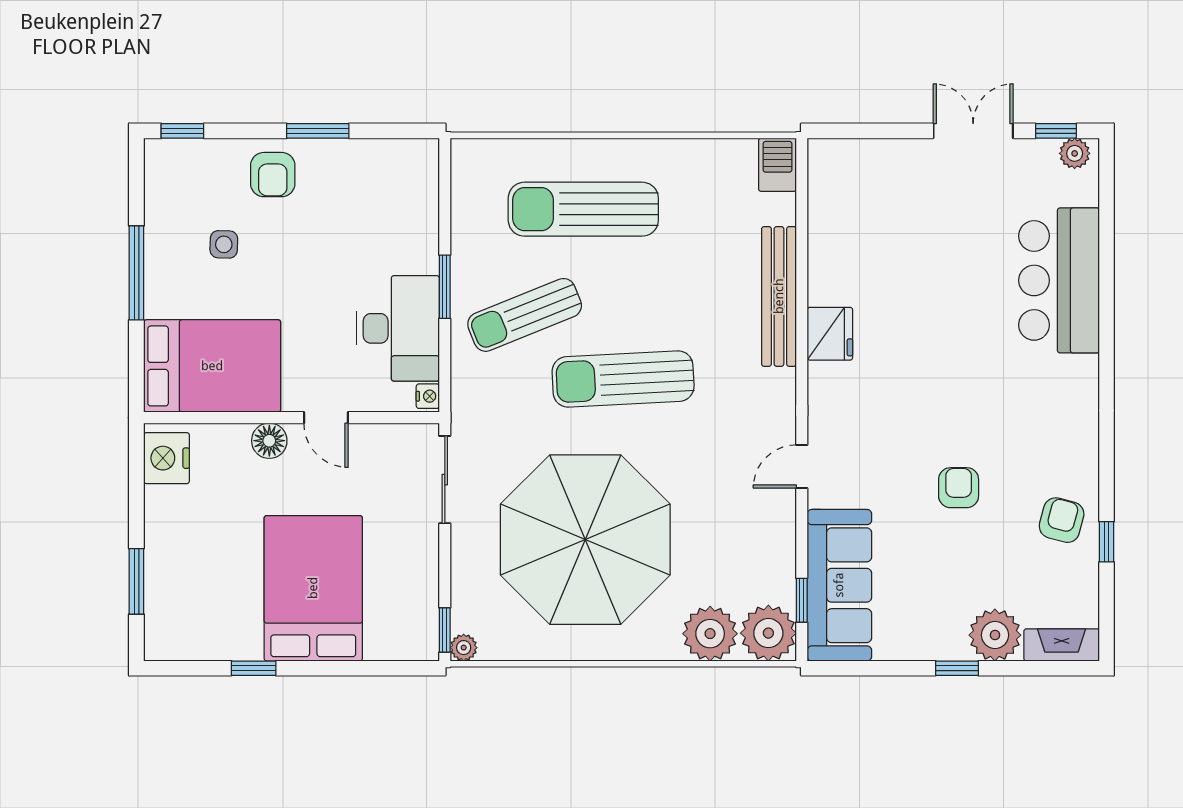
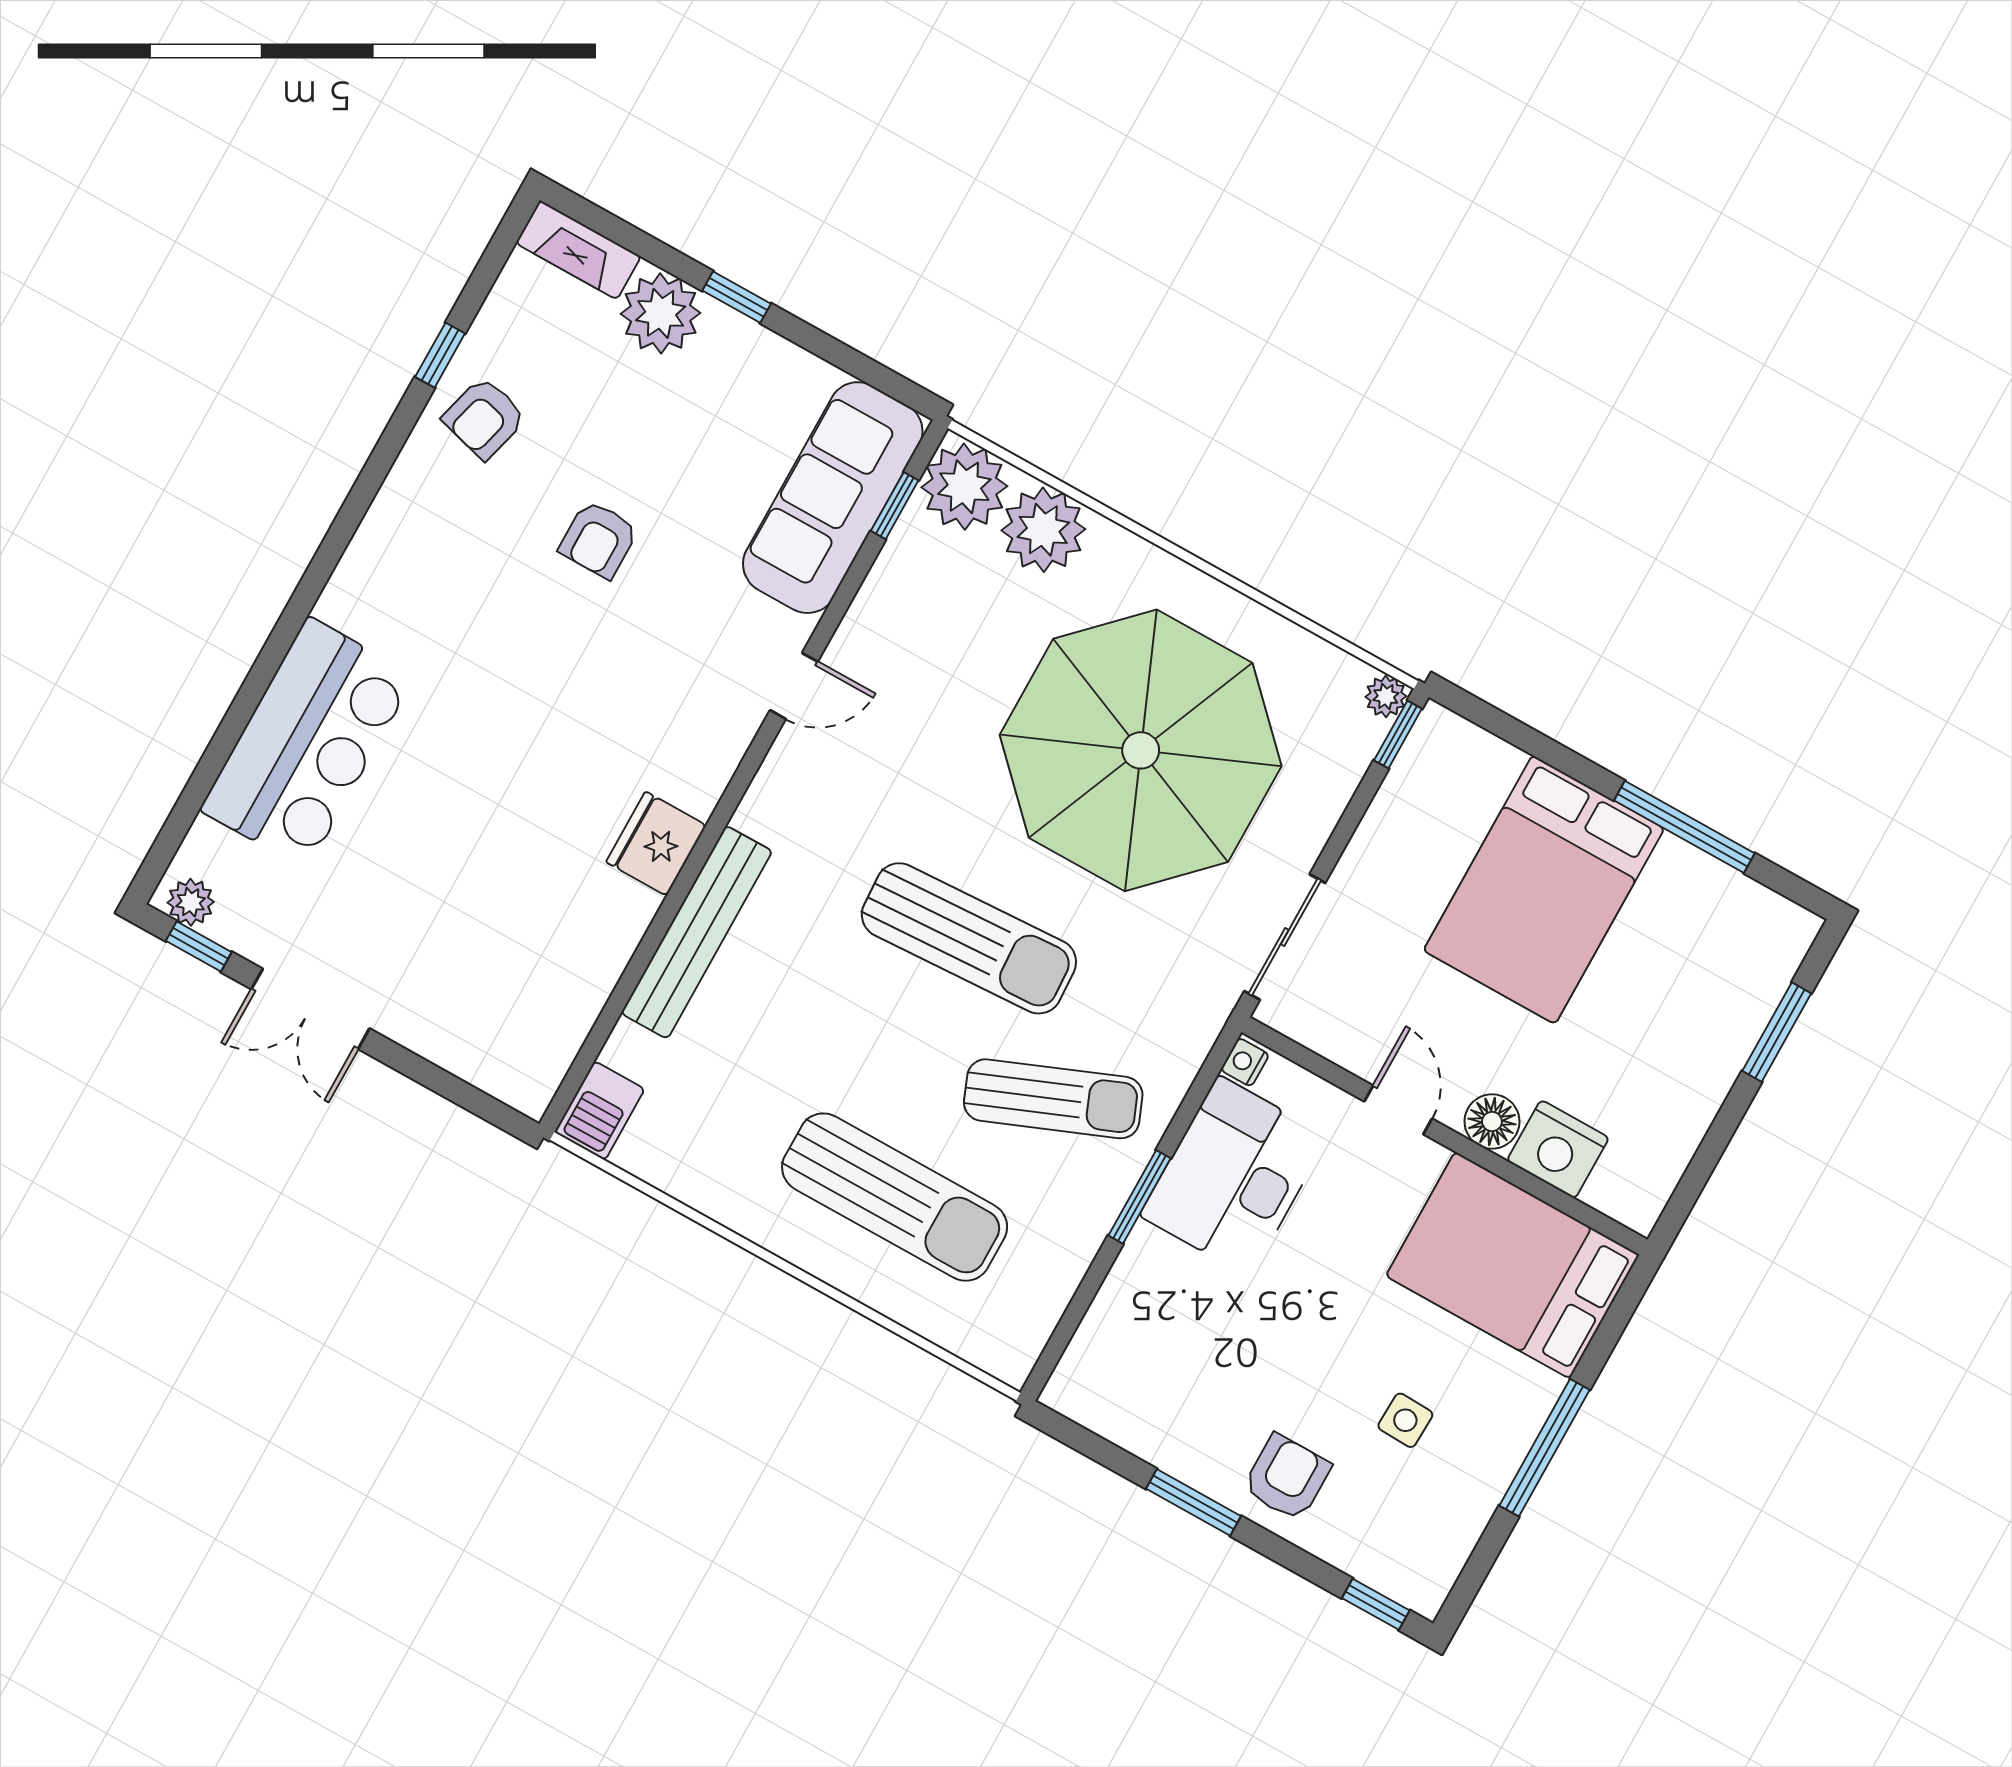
nightstand: (167, 458) -> (1558, 1149), moved, turned 90
window: (254, 668) -> (1684, 827), width x2.17

